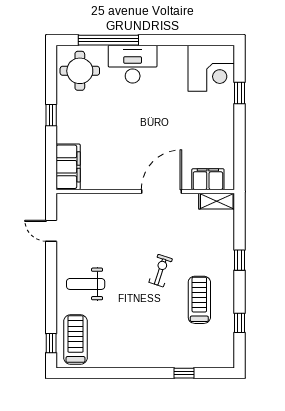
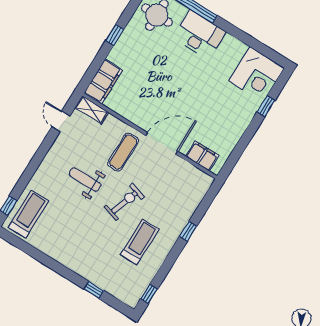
shelving: (217, 201) -> (92, 110), moved
exercise mat: (129, 223) -> (123, 152), added
exercise bike: (161, 271) -> (124, 202), width x1.38, depth x1.39
weight bench: (86, 284) -> (85, 180), moved
window: (240, 323) -> (149, 294), moved

